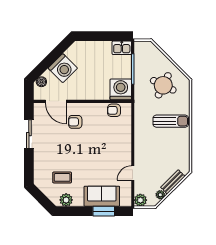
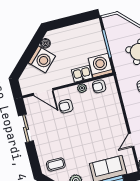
kitchen sink: (122, 48) -> (82, 74), moved, turned 180
boiler: (41, 82) -> (45, 43), moved
plant: (96, 108) -> (82, 88), added
coffee table: (62, 177) -> (56, 164), moved

